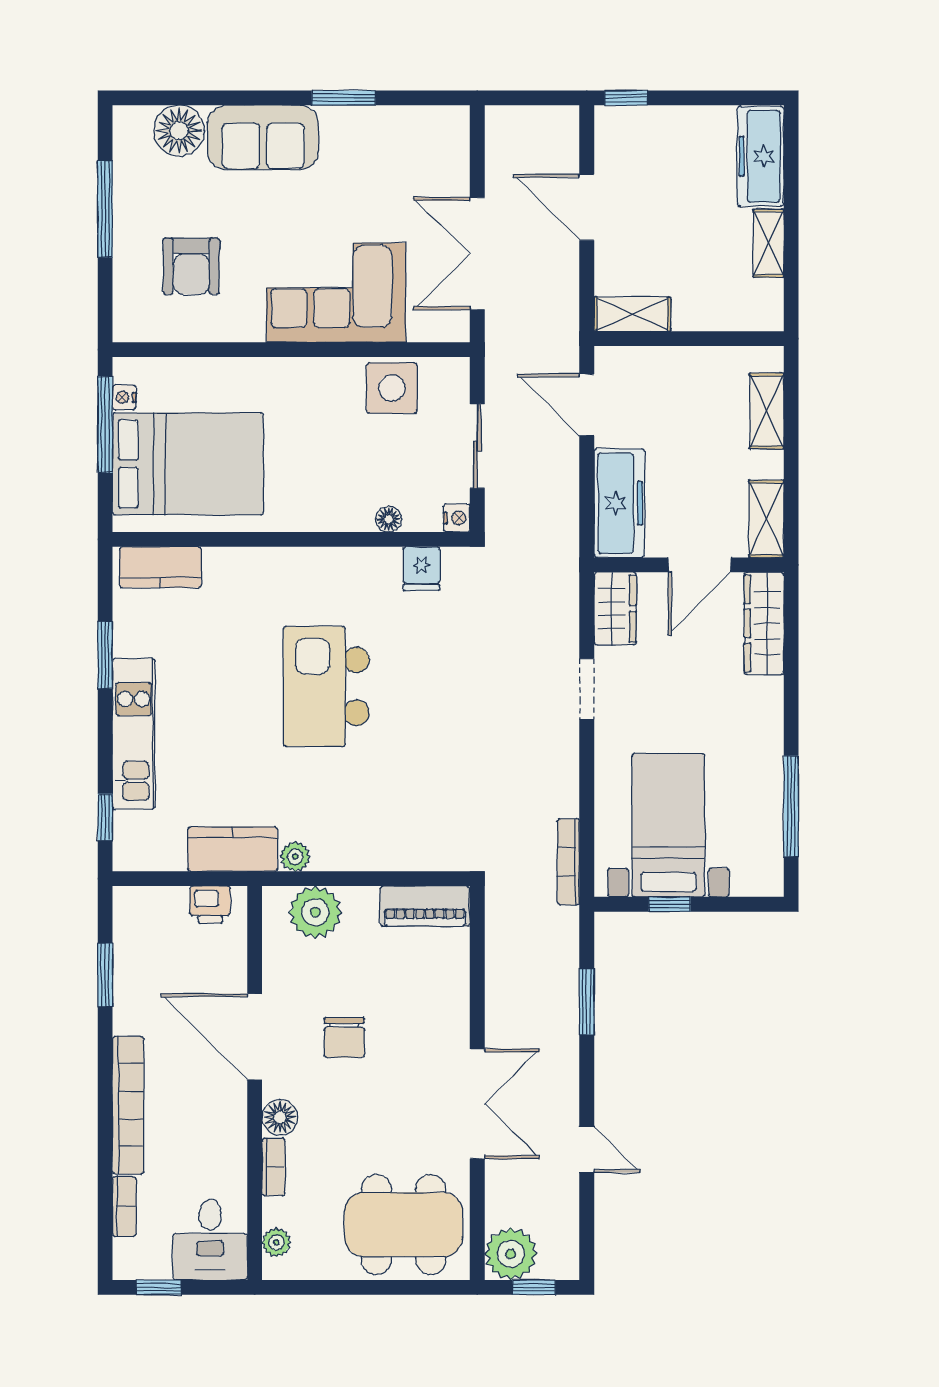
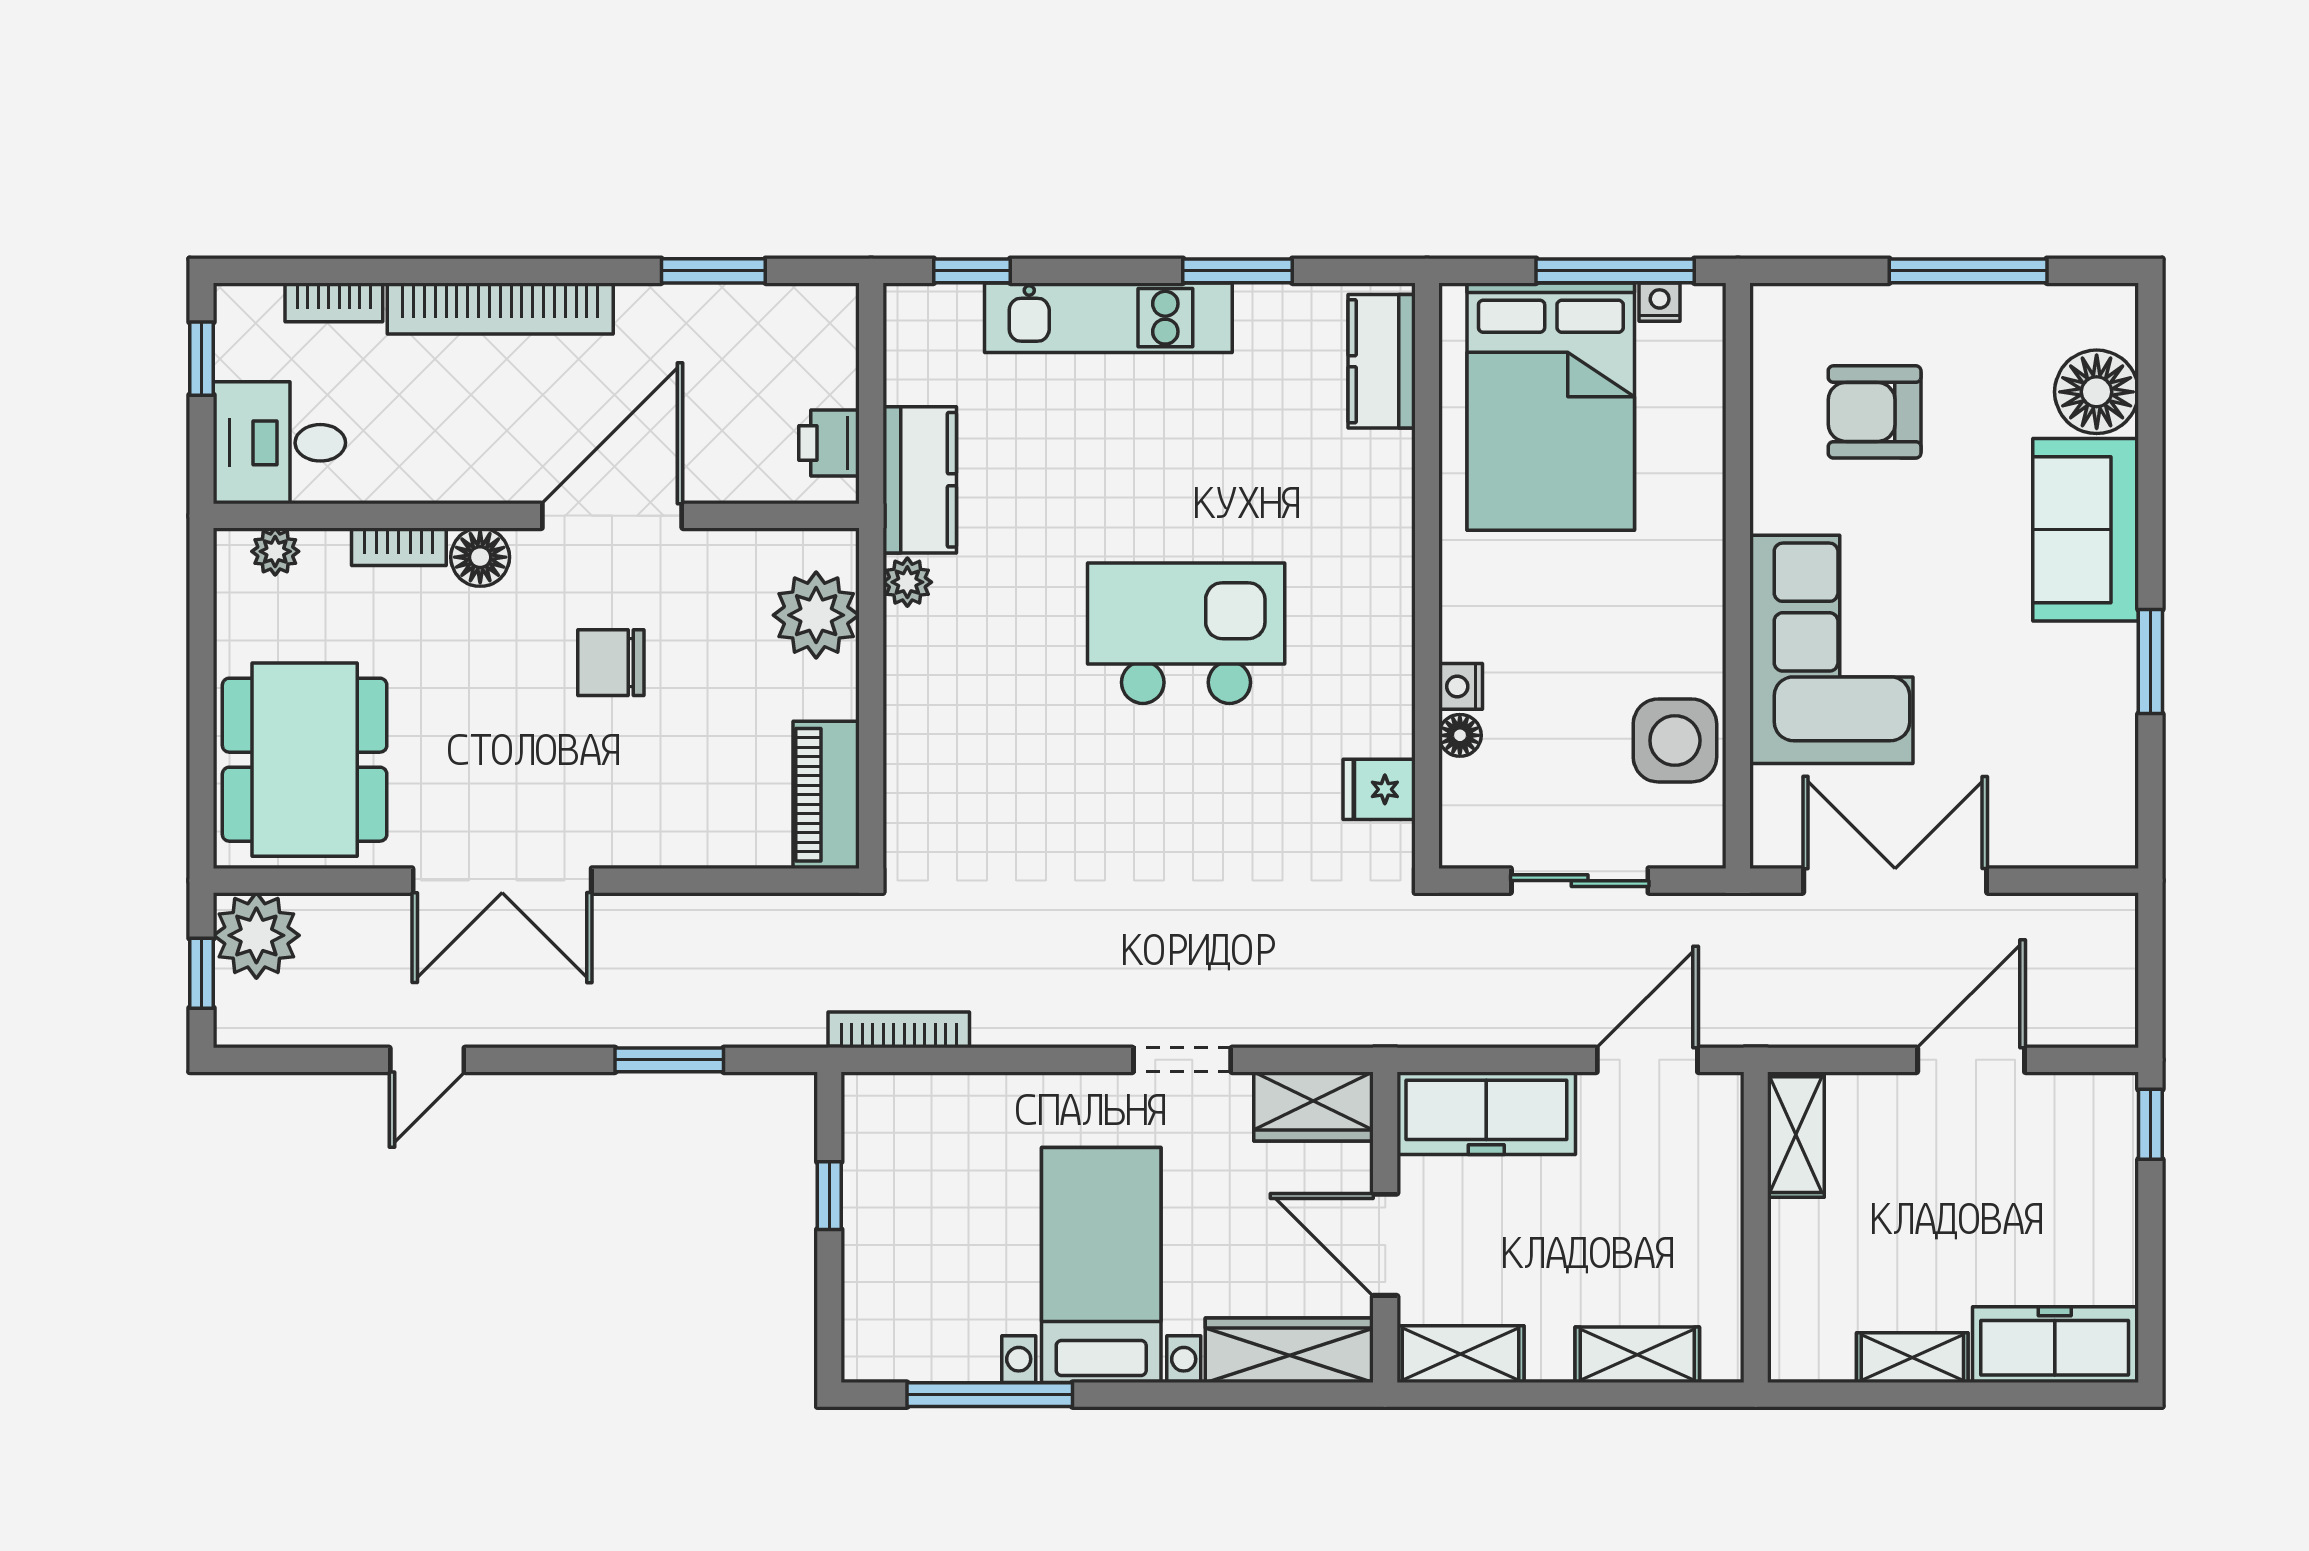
nightstand: (457, 518) -> (1461, 686), moved, turned 90
bed with nightstands: (668, 825) -> (1101, 1265), moved, turned -90

